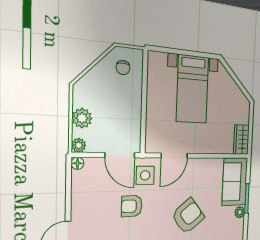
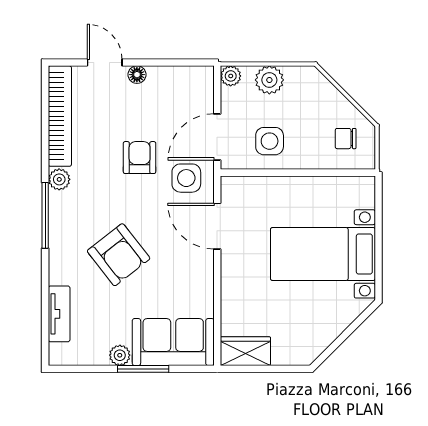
side table: (123, 120) -> (270, 141), added
floor lamp: (77, 163) -> (137, 75), moved

